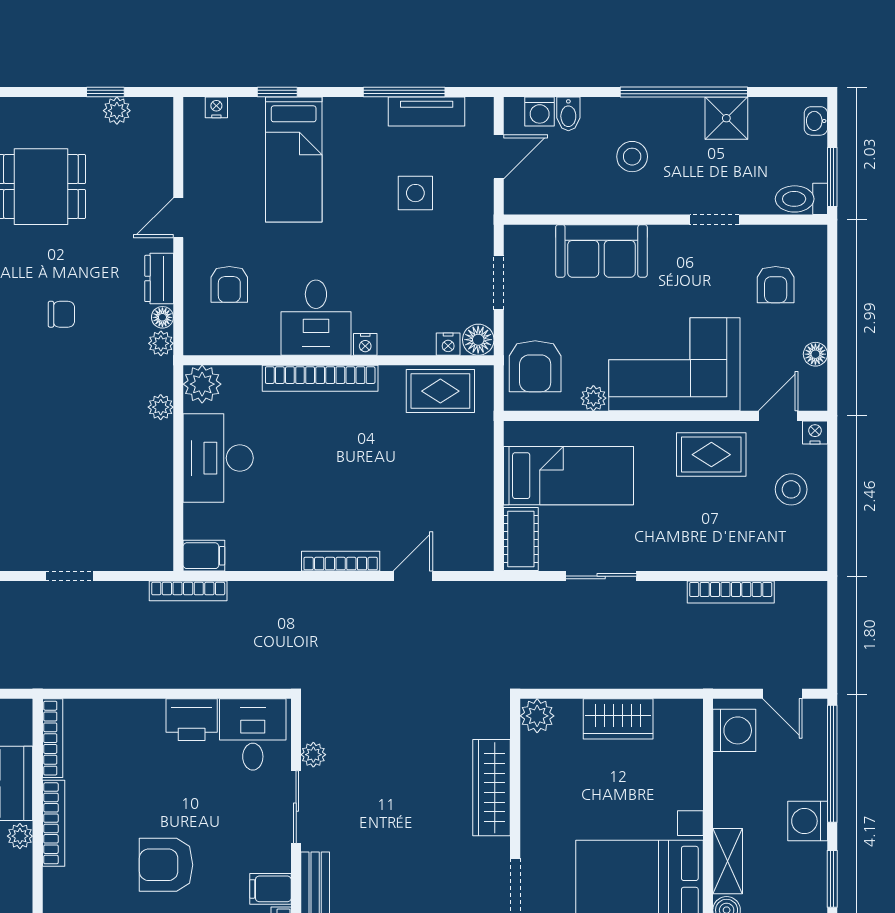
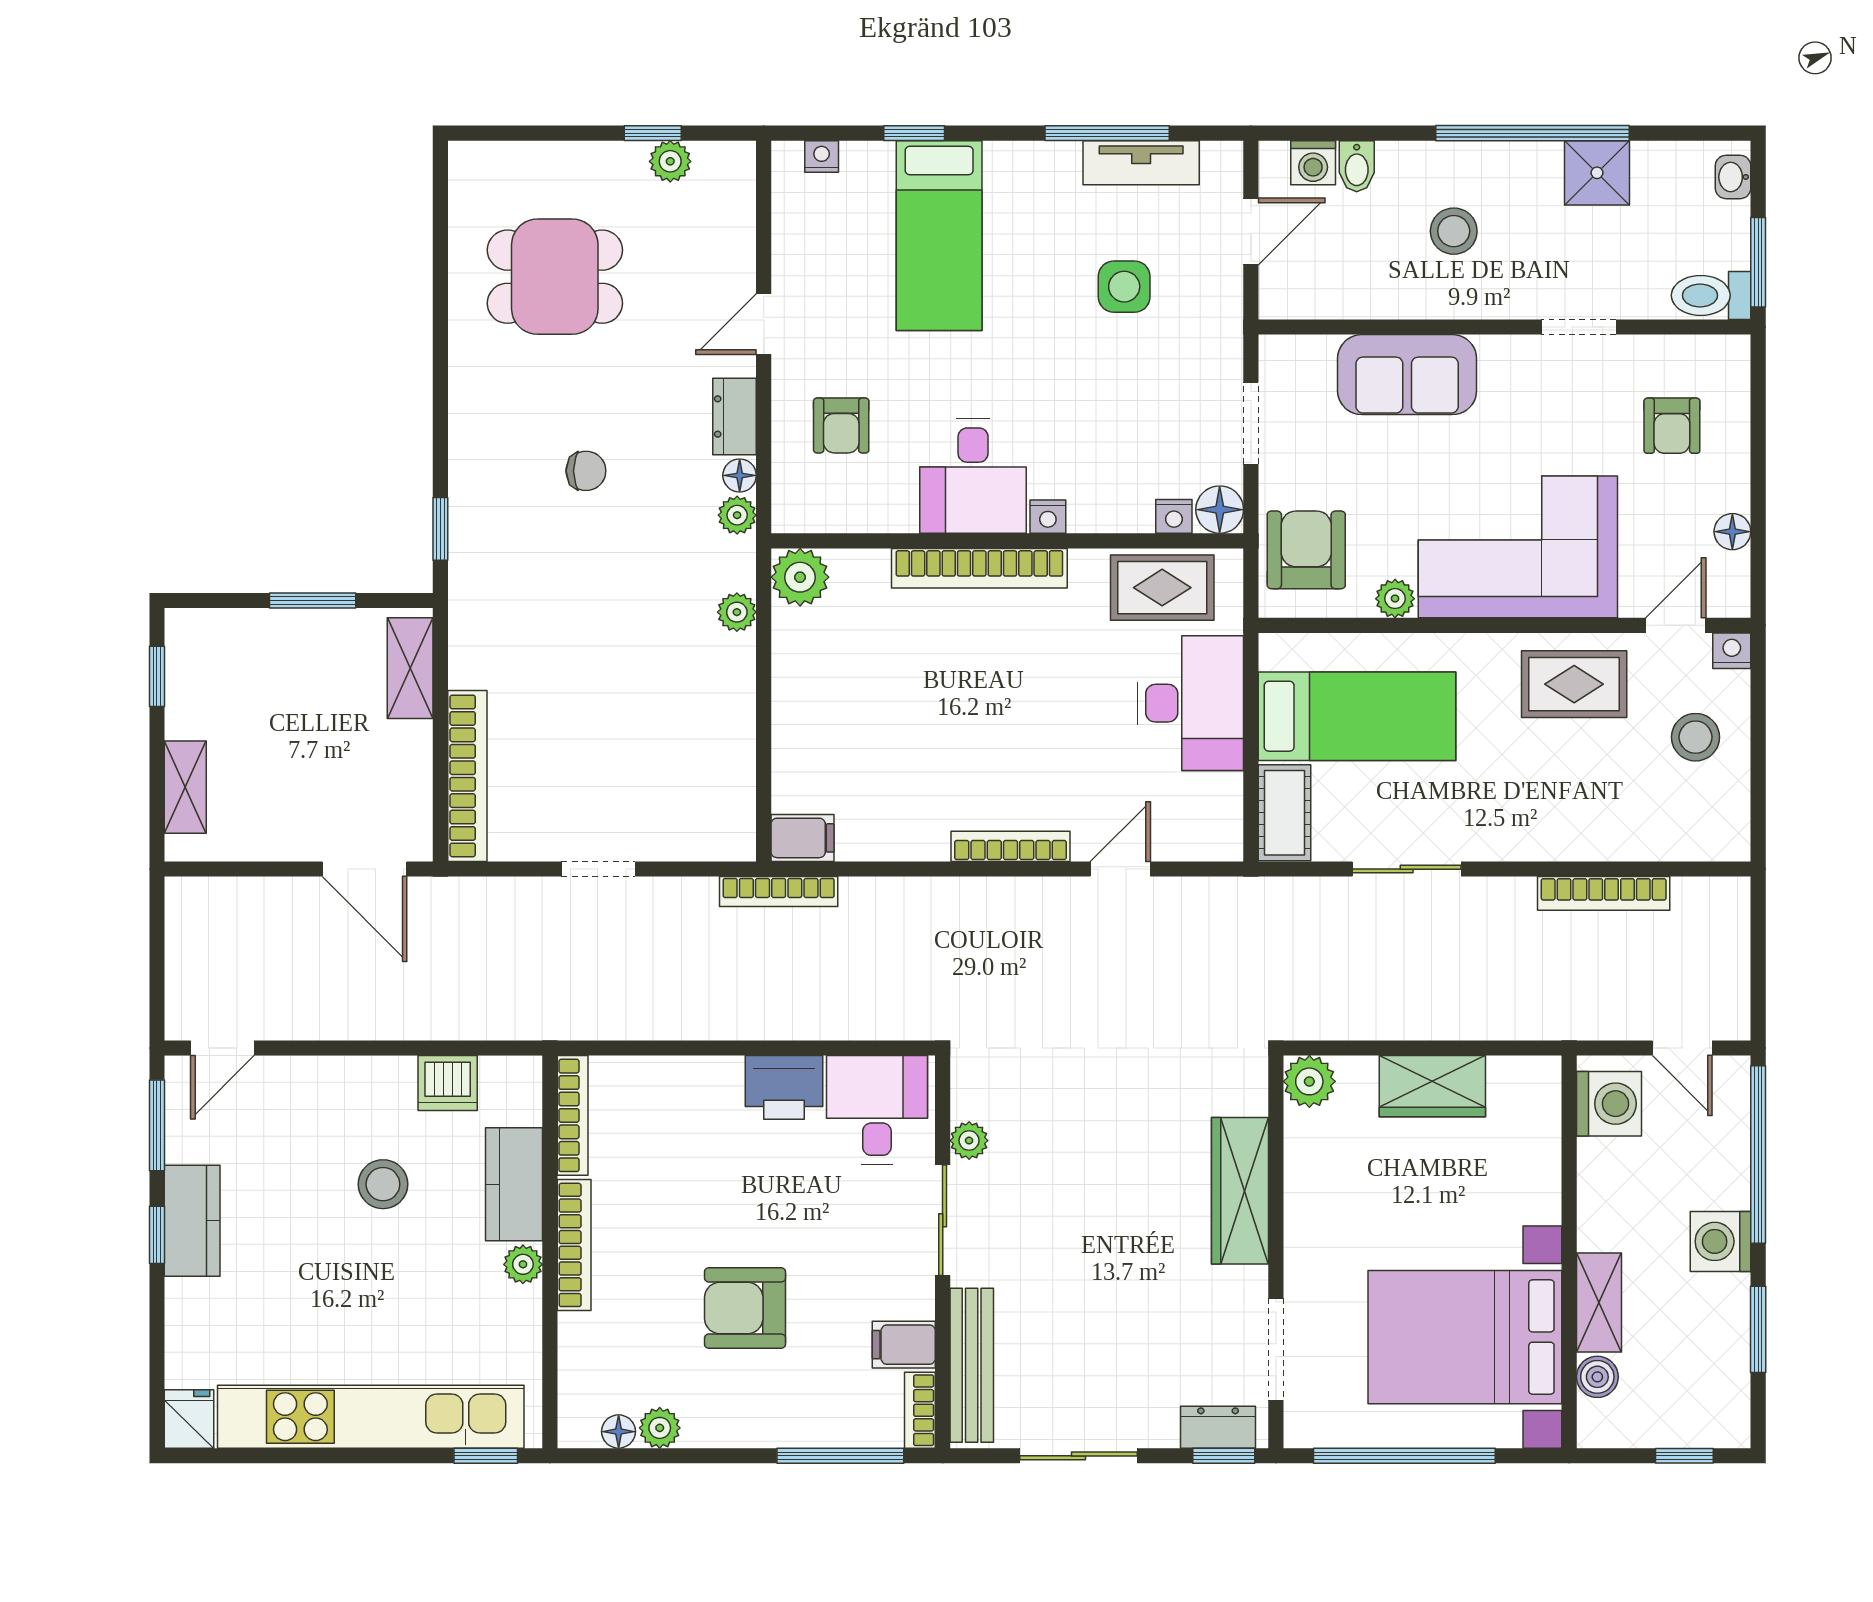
armchair: (535, 366) -> (1306, 550), turned 180
desk: (218, 458) -> (1190, 703), moved, turned 180

